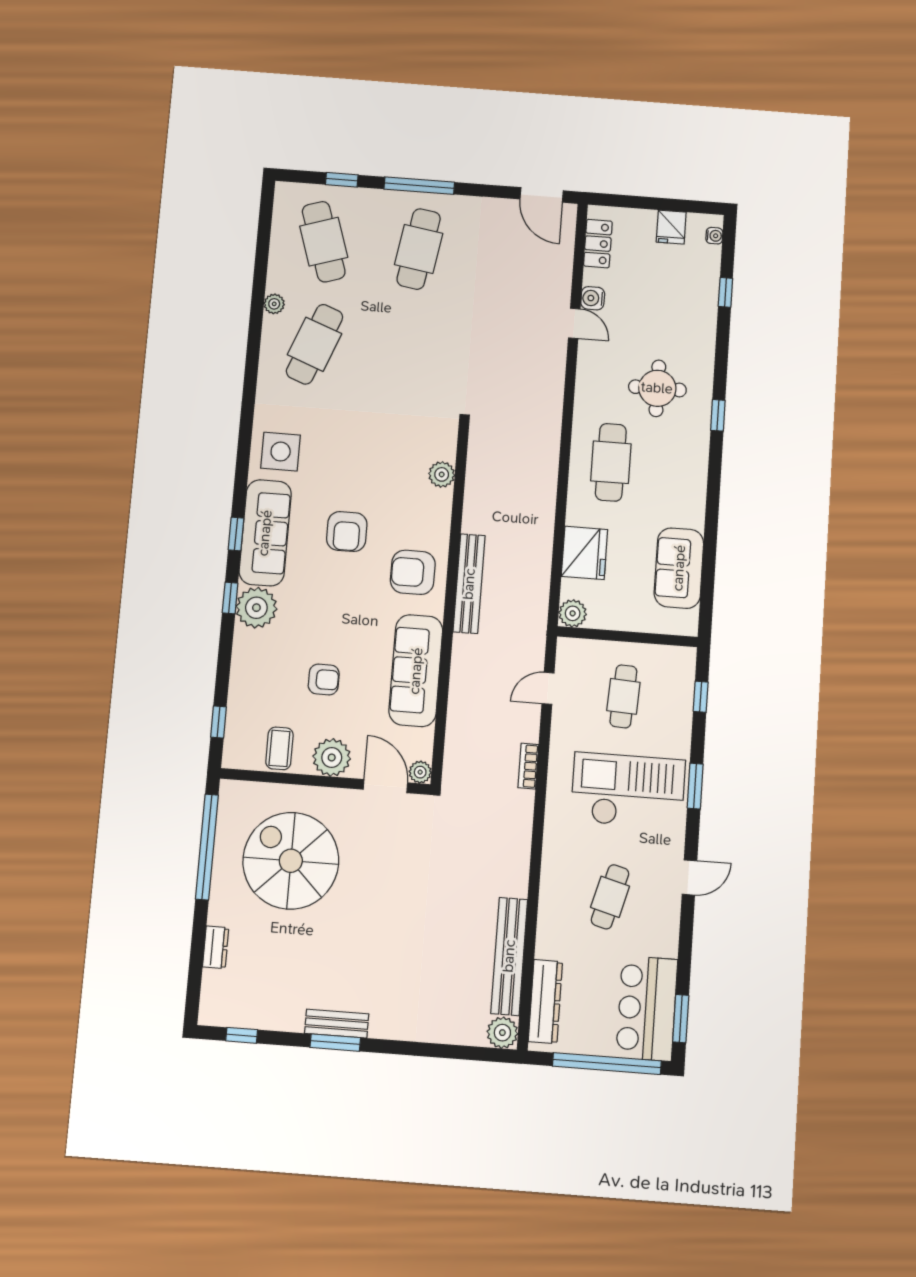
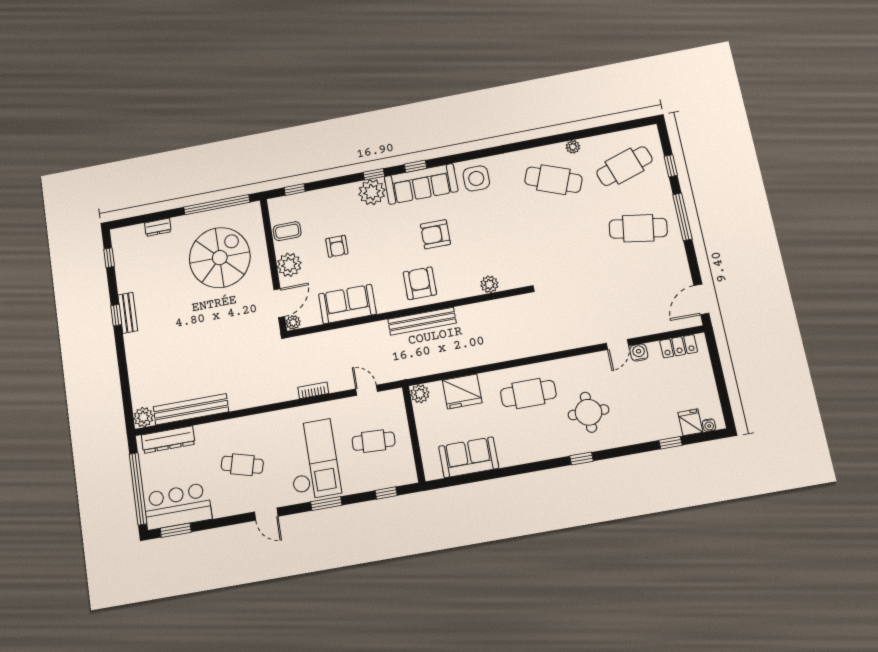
fridge: (671, 227) -> (690, 422), moved, turned 90
sofa: (416, 671) -> (347, 304), width x0.73
window: (335, 1043) -> (116, 315), width x0.67

